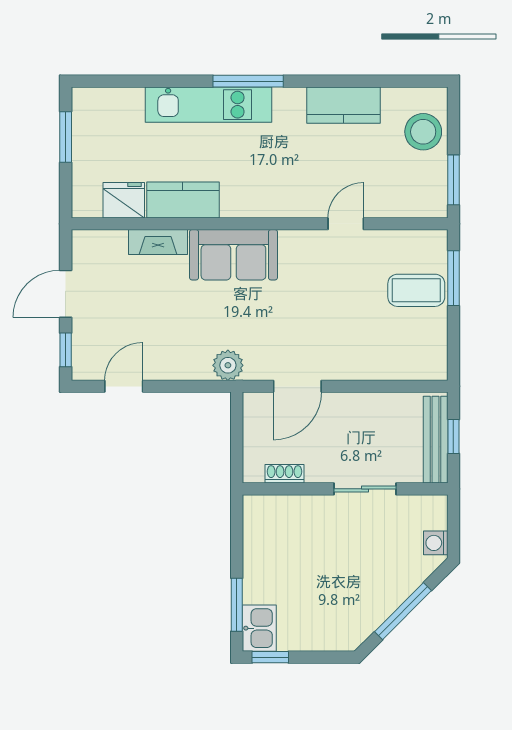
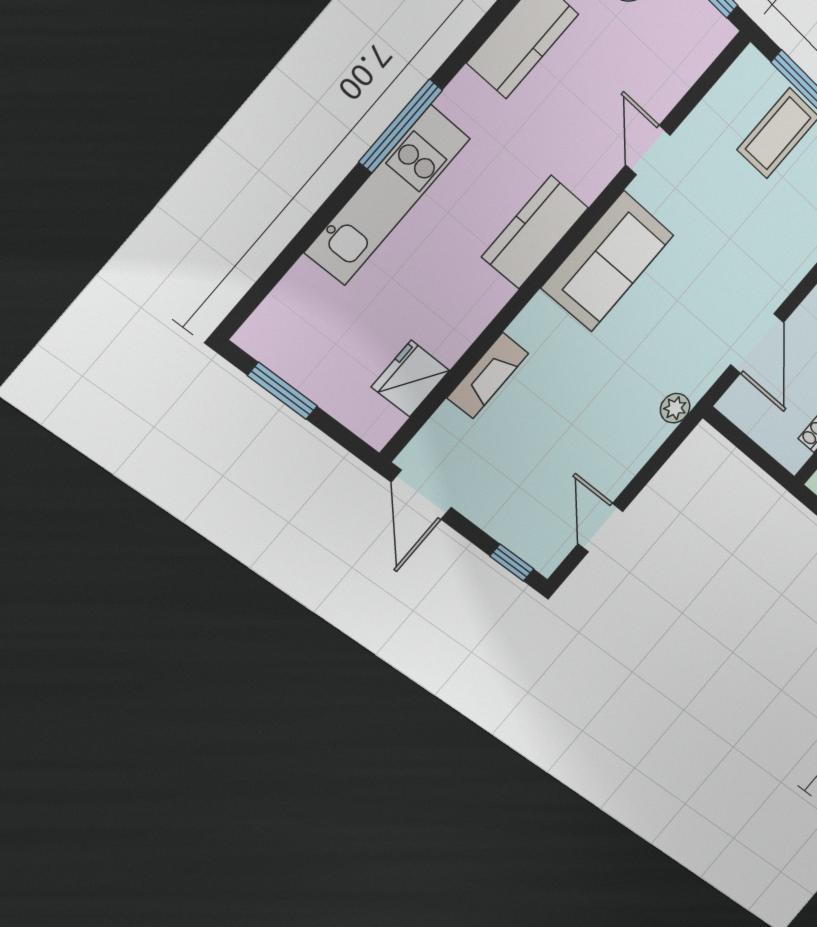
kitchen counter: (183, 200) -> (535, 232), moved
sofa: (233, 255) -> (608, 261), moved
door: (66, 294) -> (421, 495), moved
plant: (228, 365) -> (675, 408), width x0.73, depth x0.73

